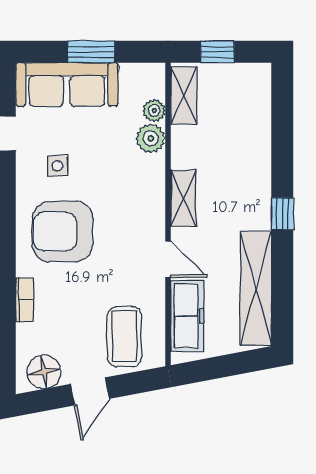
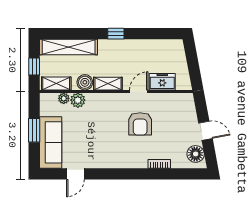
boiler: (186, 152) -> (85, 82), added
side table: (58, 166) -> (92, 147), removed
armchair: (62, 232) -> (140, 124), moved, width x0.73, depth x0.73
shelving: (256, 289) -> (69, 47), moved
freezer: (187, 316) -> (162, 82), width x0.71
coffee table: (124, 336) -> (178, 113), removed

